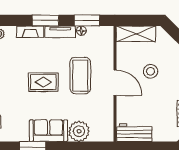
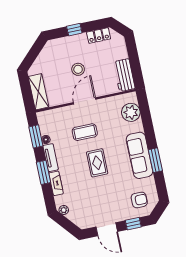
stool: (151, 71) -> (78, 69), moved
coffee table: (80, 76) -> (85, 132), width x0.73, depth x0.76
sofa: (48, 131) -> (139, 155), width x1.36
plant: (79, 131) -> (131, 112), moved

